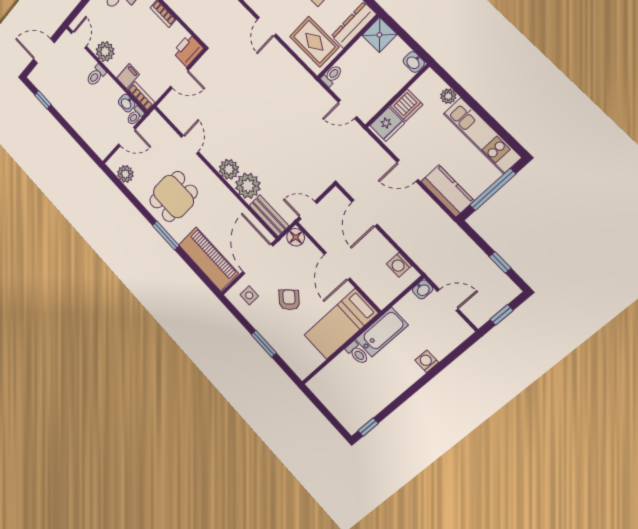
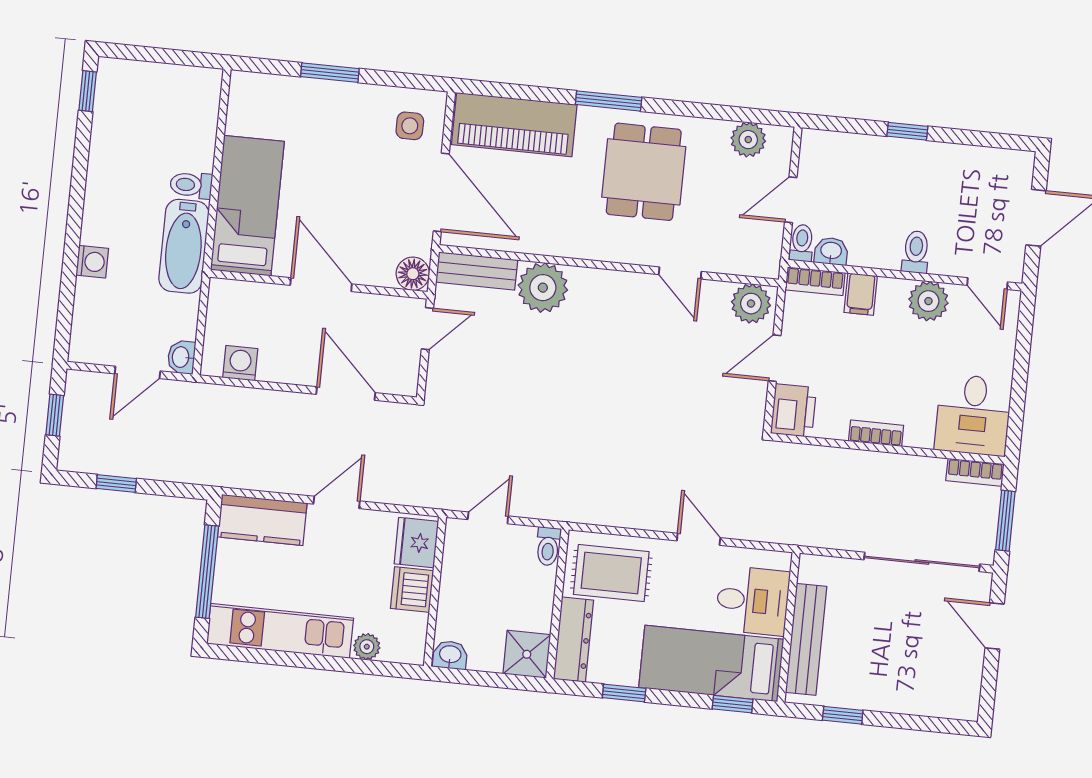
window: (43, 100) -> (907, 131), moved
plant: (229, 169) -> (751, 304), moved
armchair: (289, 300) -> (347, 173), removed

